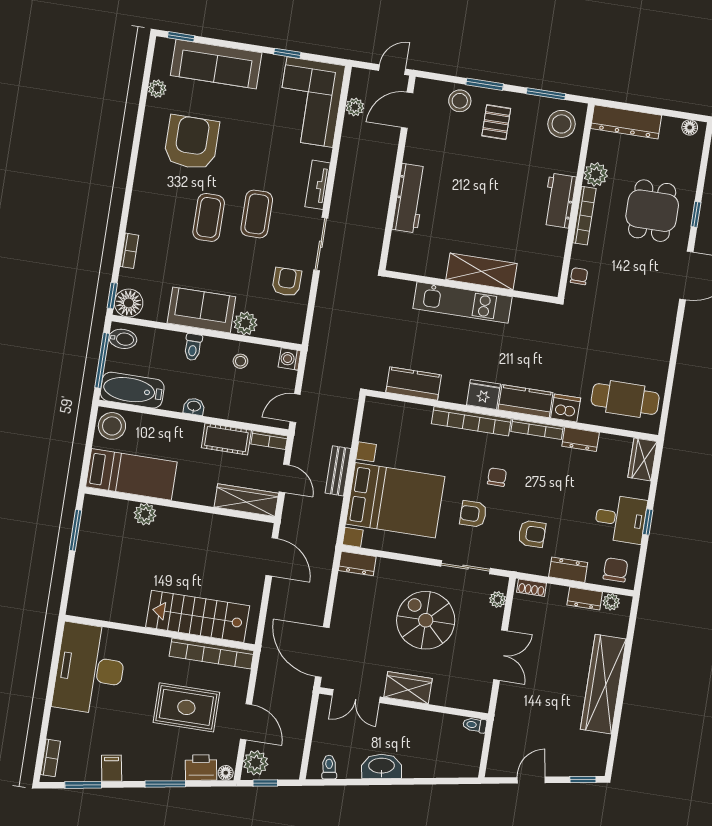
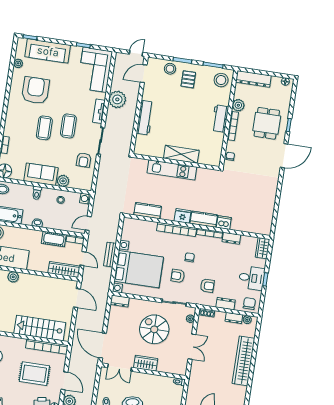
plant: (355, 107) -> (117, 99), moved, width x1.88, depth x1.88
armchair: (287, 282) -> (84, 160), turned 180
cafe table: (625, 399) -> (254, 218), removed

